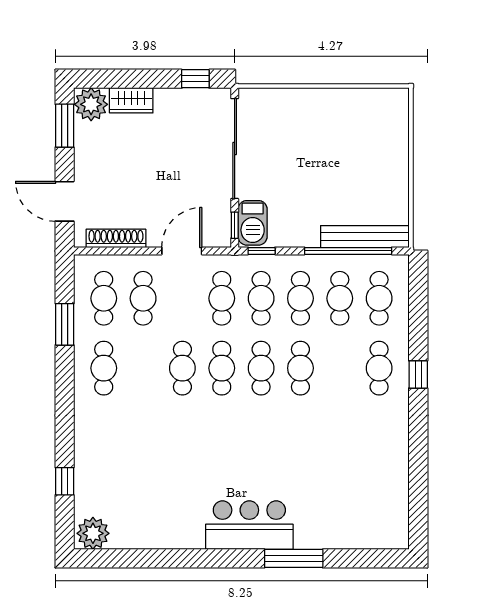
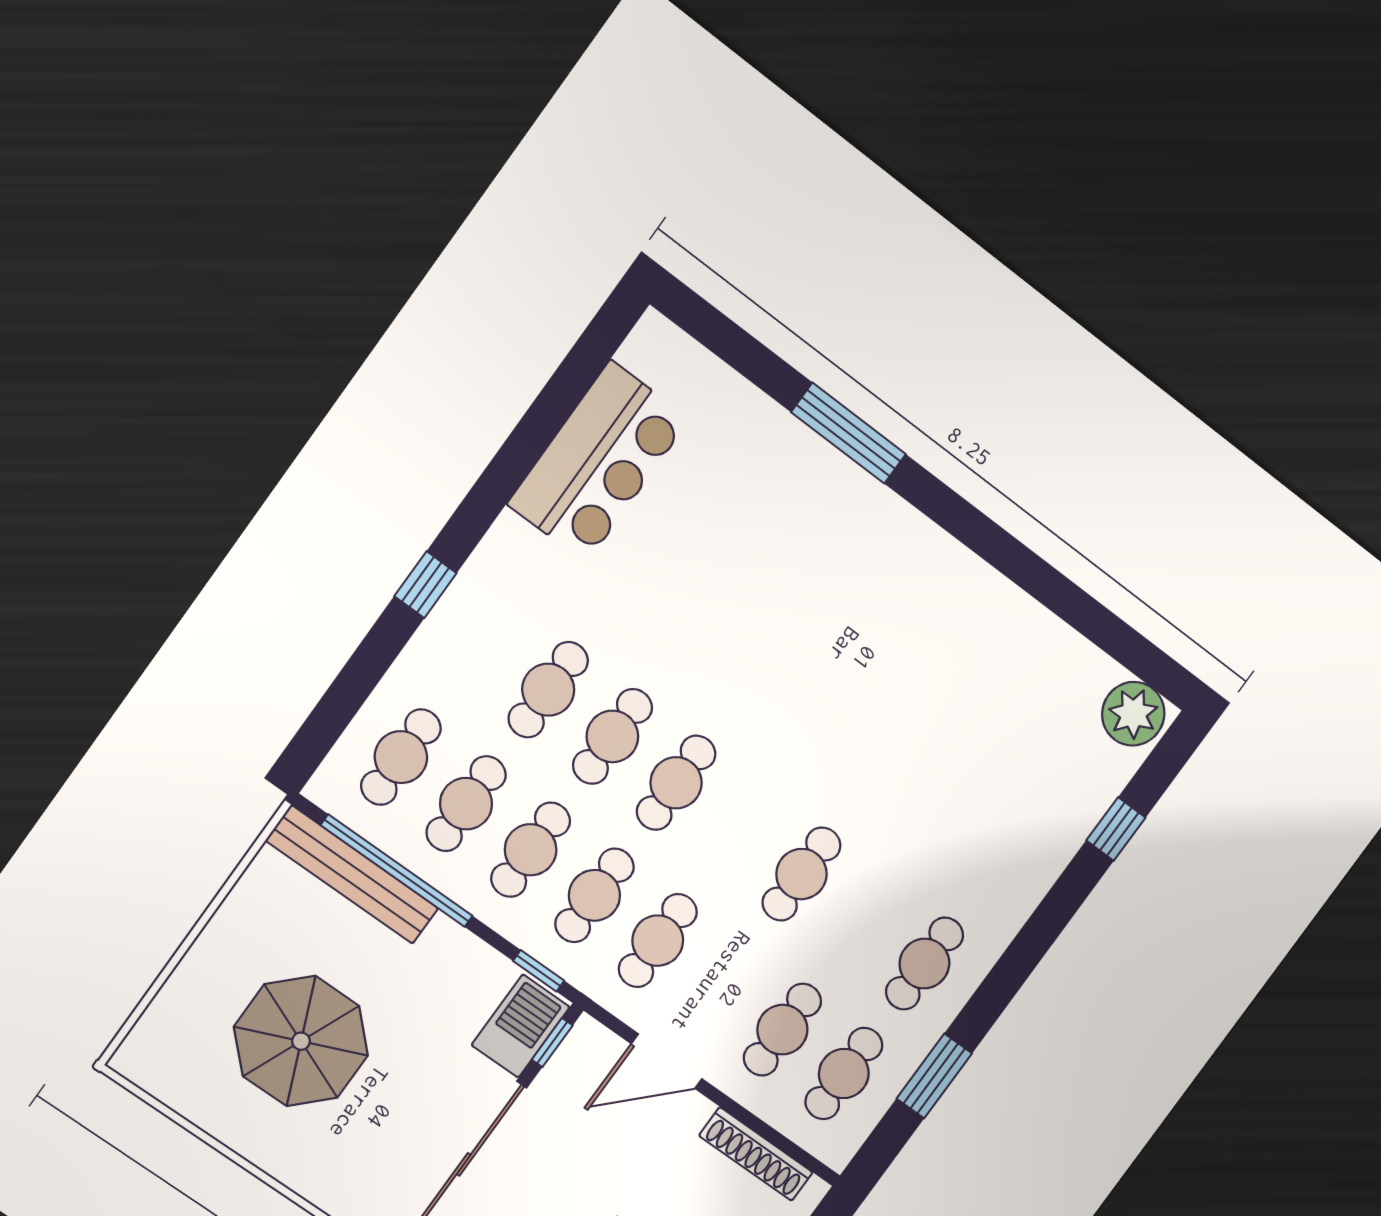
parasol: (337, 153) -> (301, 1041), added
cafe table: (222, 368) -> (739, 829), removed
cafe table: (379, 368) -> (548, 690), moved
bar counter: (249, 525) -> (598, 462), moved, turned -90

